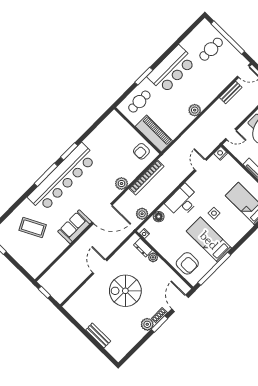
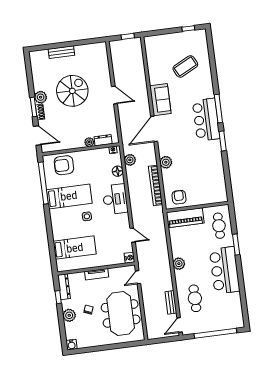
cafe table: (211, 49) -> (195, 298), moved
bar counter: (62, 178) -> (206, 120), width x0.54
spiral stairs: (125, 291) -> (72, 91), moved

